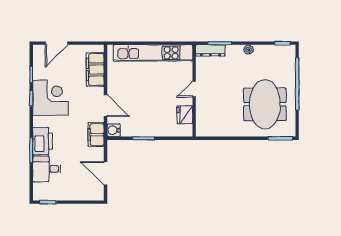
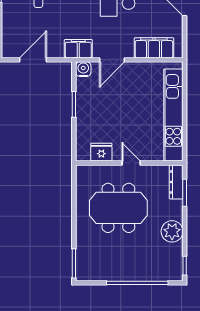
plant: (249, 50) -> (172, 231), width x1.88, depth x1.88
meeting table: (265, 104) -> (118, 208), moved

